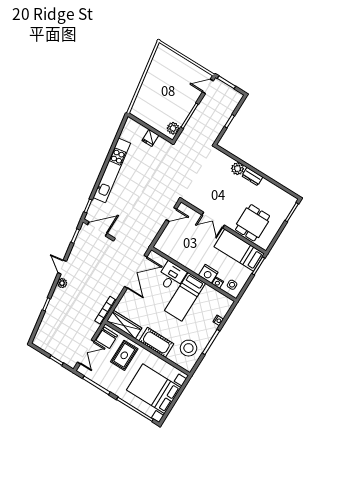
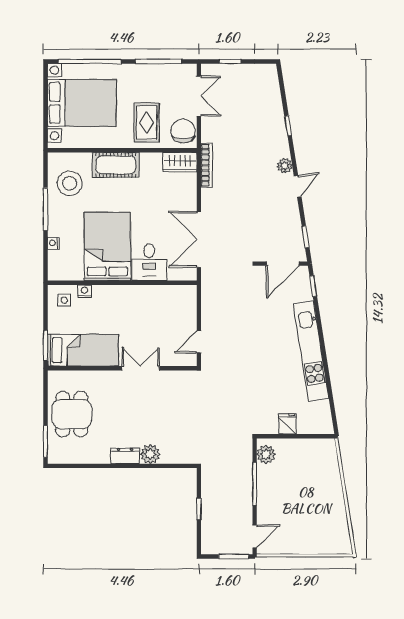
dining table: (253, 223) -> (72, 414), moved
door: (62, 267) -> (298, 186), hinge flipped
nightstand: (208, 274) -> (104, 295), removed
bed: (185, 297) -> (107, 246), width x1.50
wardrobe: (124, 324) -> (180, 162), width x0.67
double door: (86, 352) -> (199, 96), swing flipped

